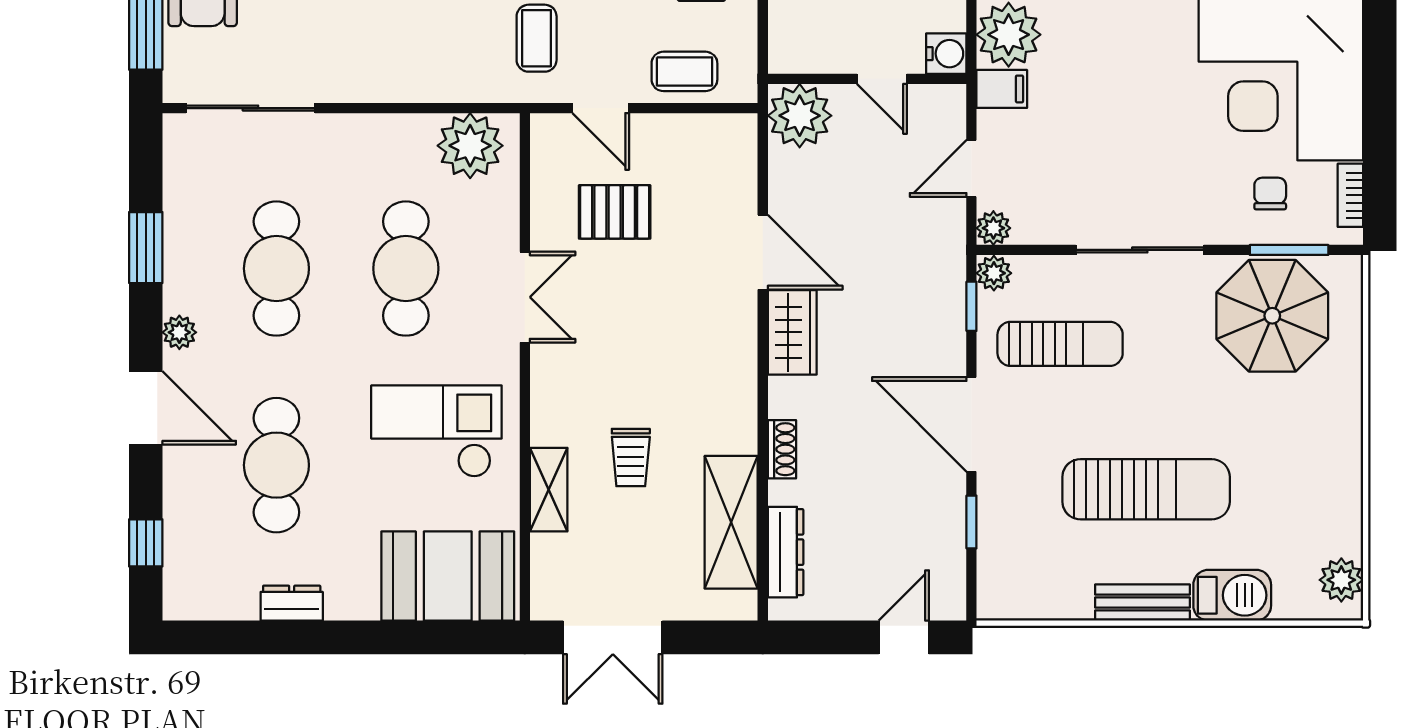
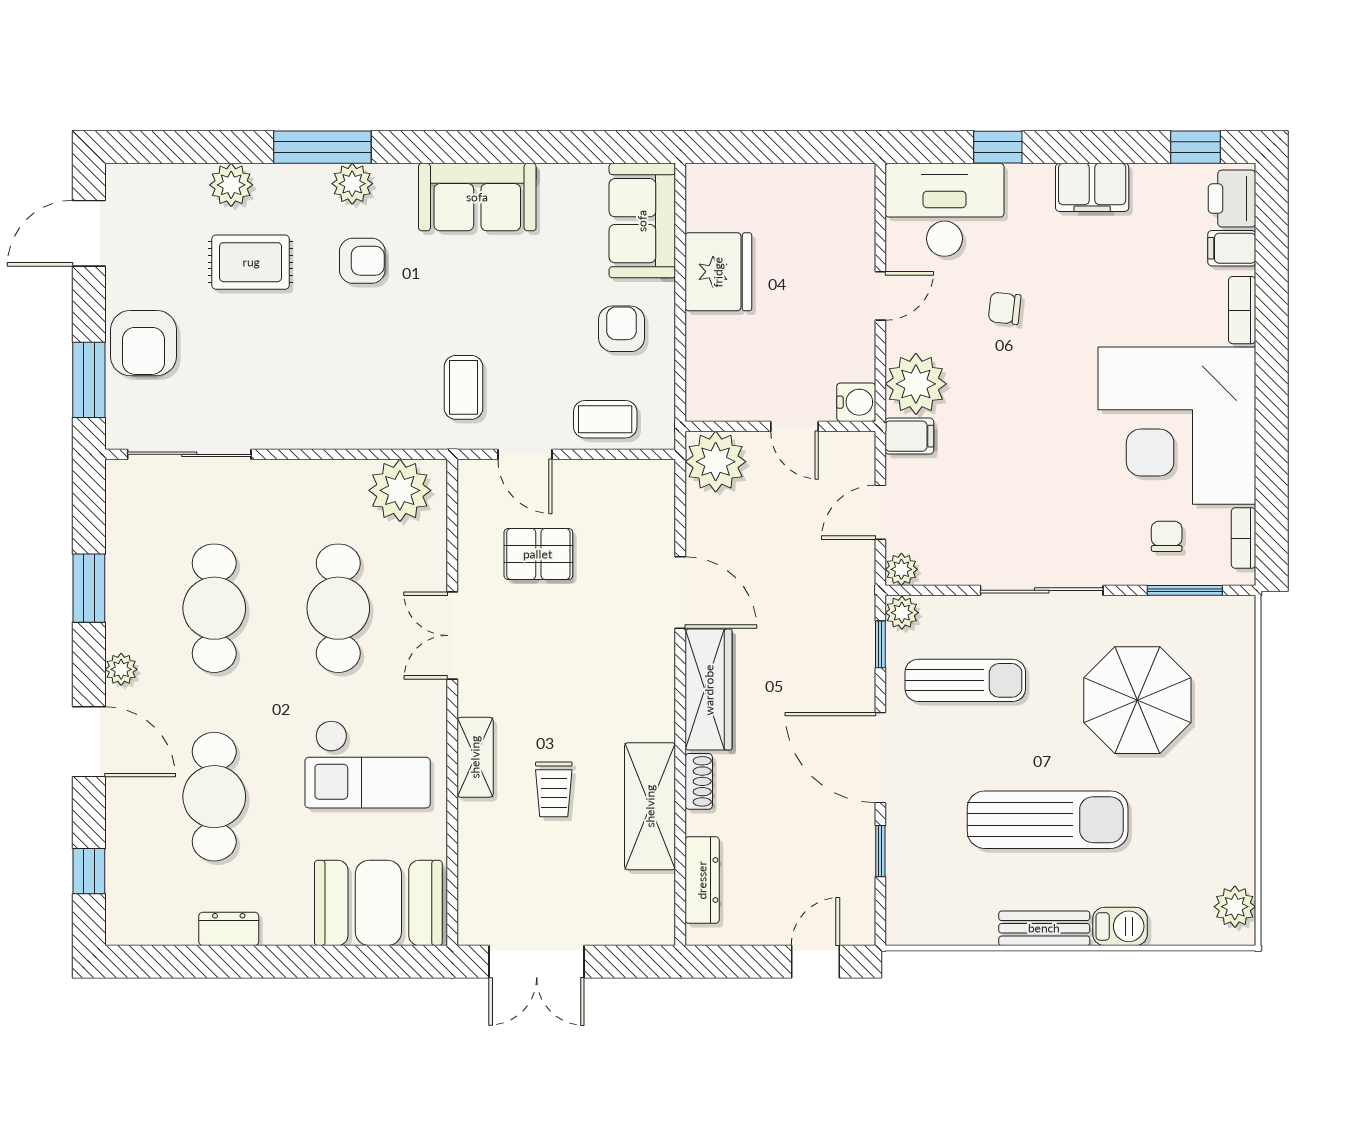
double door: (525, 297) -> (452, 636), swing flipped
parasol: (1272, 316) -> (1137, 700), moved
wardrobe: (792, 332) -> (709, 690), width x1.50
checkout: (436, 431) -> (368, 764), turned 180
shelving: (549, 490) -> (475, 757), moved
shelving: (731, 522) -> (650, 806), moved
barbecue: (1232, 595) -> (1120, 926), width x0.73, depth x0.79

